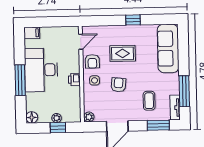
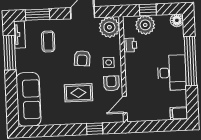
window: (133, 20) -> (95, 129), moved
desk: (41, 70) -> (172, 73), width x0.73, depth x0.77
window: (20, 80) -> (190, 61), width x1.46
printer: (74, 80) -> (130, 45), moved
plant: (89, 117) -> (109, 27), width x1.87, depth x1.87
plant: (57, 118) -> (145, 25), width x1.87, depth x1.87

